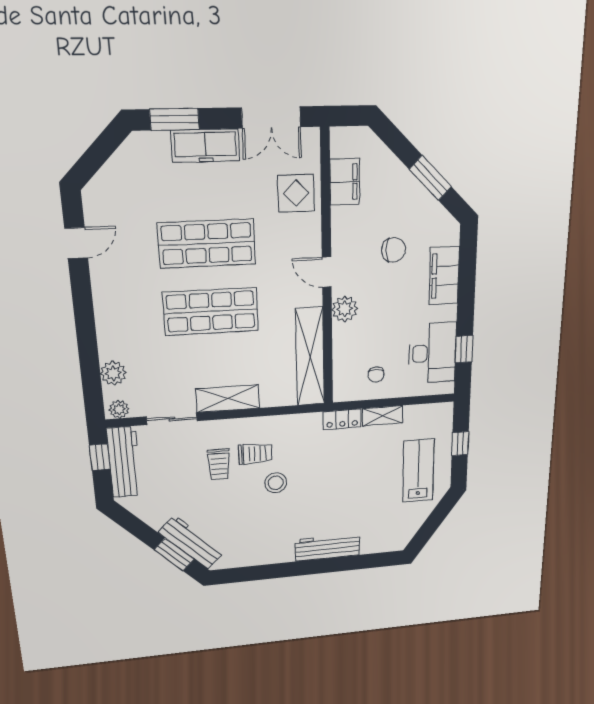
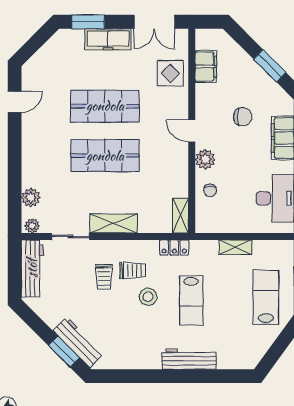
shelving: (310, 357) -> (181, 216), width x0.45, depth x0.75
chair: (376, 375) -> (210, 190), moved
locker: (342, 419) -> (174, 248), moved
window: (100, 457) -> (15, 263), removed
lab bench: (329, 482) -> (191, 300), added

